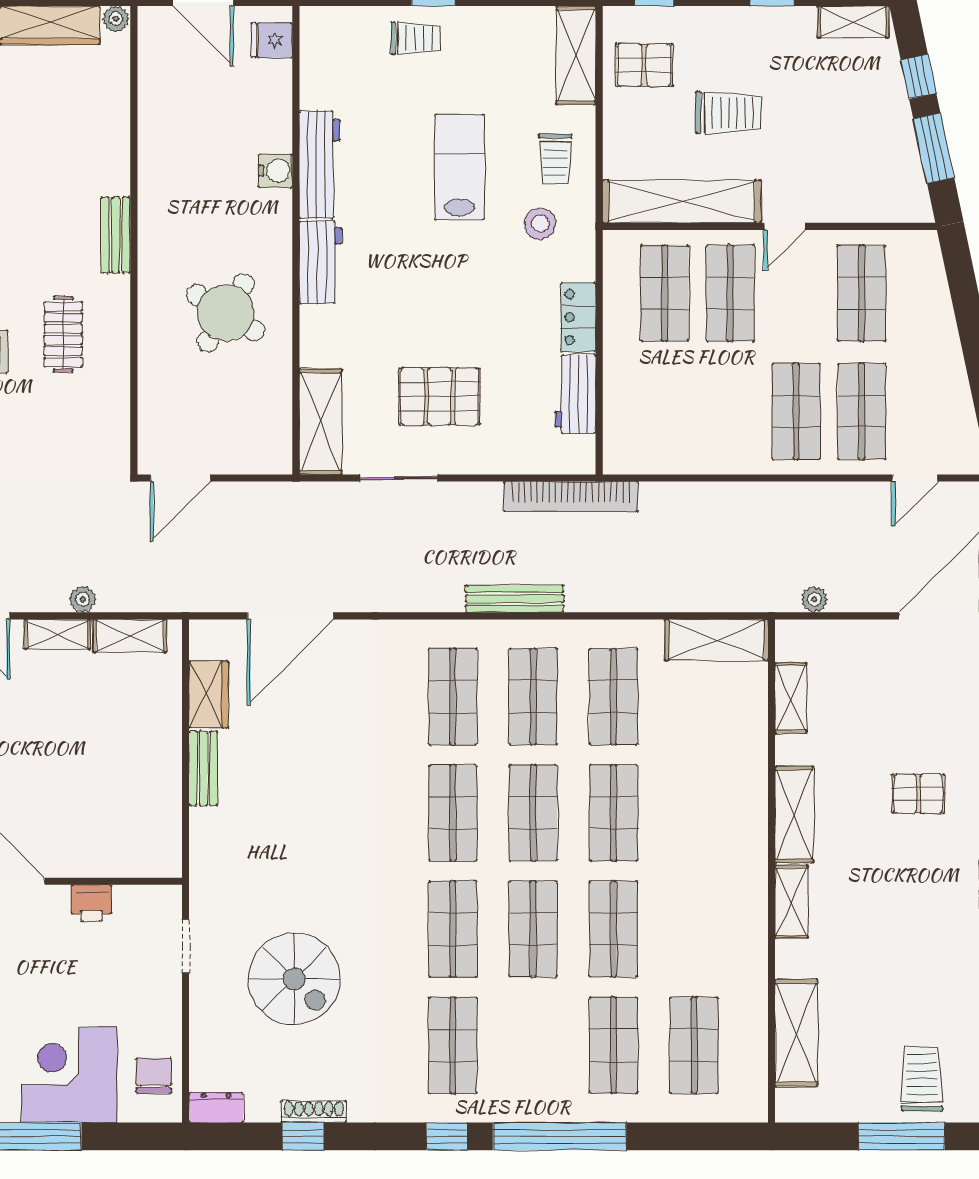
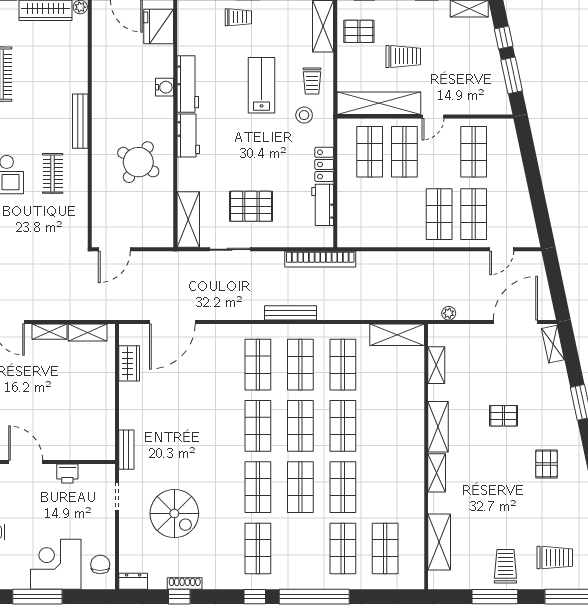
fridge: (272, 40) -> (159, 26), width x1.88, depth x1.34
bench: (116, 235) -> (80, 121), width x1.36
plant: (83, 599) -> (63, 313), removed
bench: (203, 768) -> (126, 450), moved

